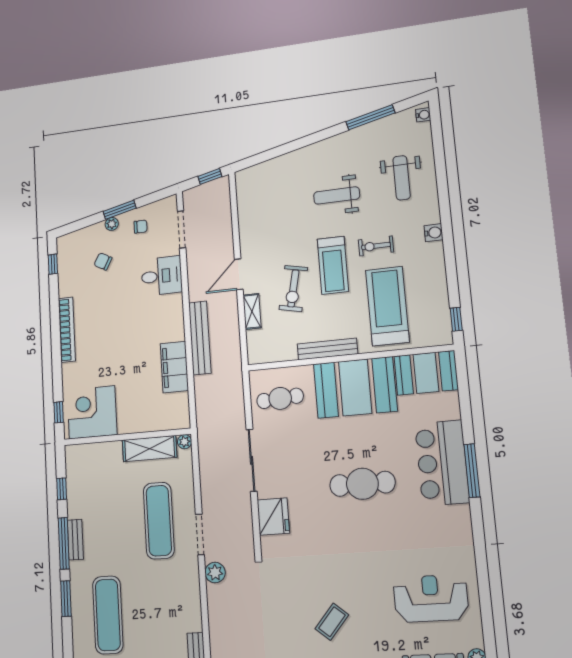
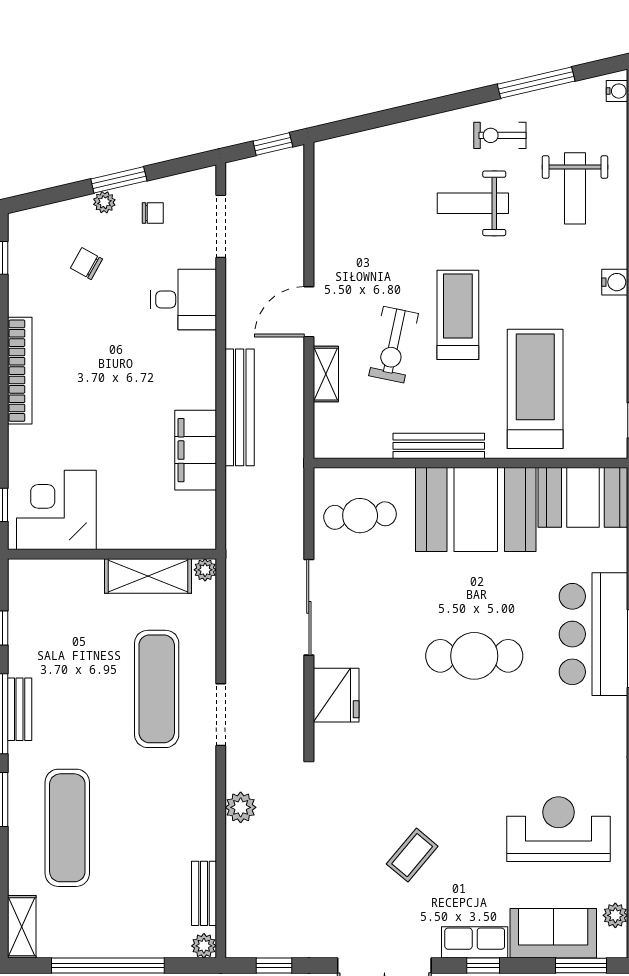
exercise bike: (376, 246) -> (500, 135), moved
treadmill: (333, 265) -> (458, 315), turned 180
plant: (215, 573) -> (241, 807), moved

